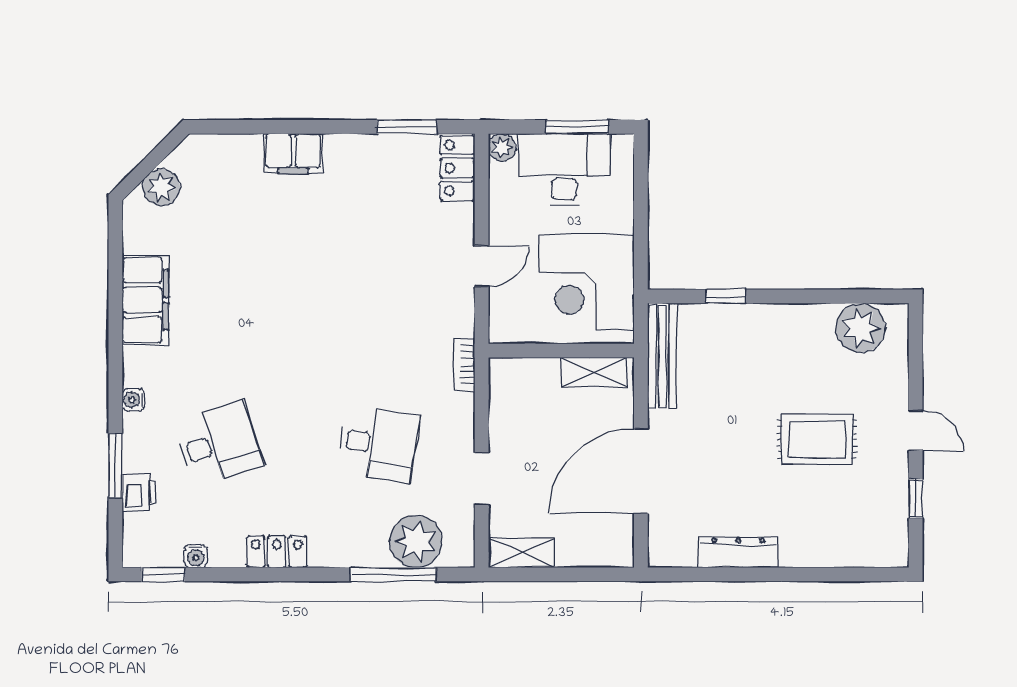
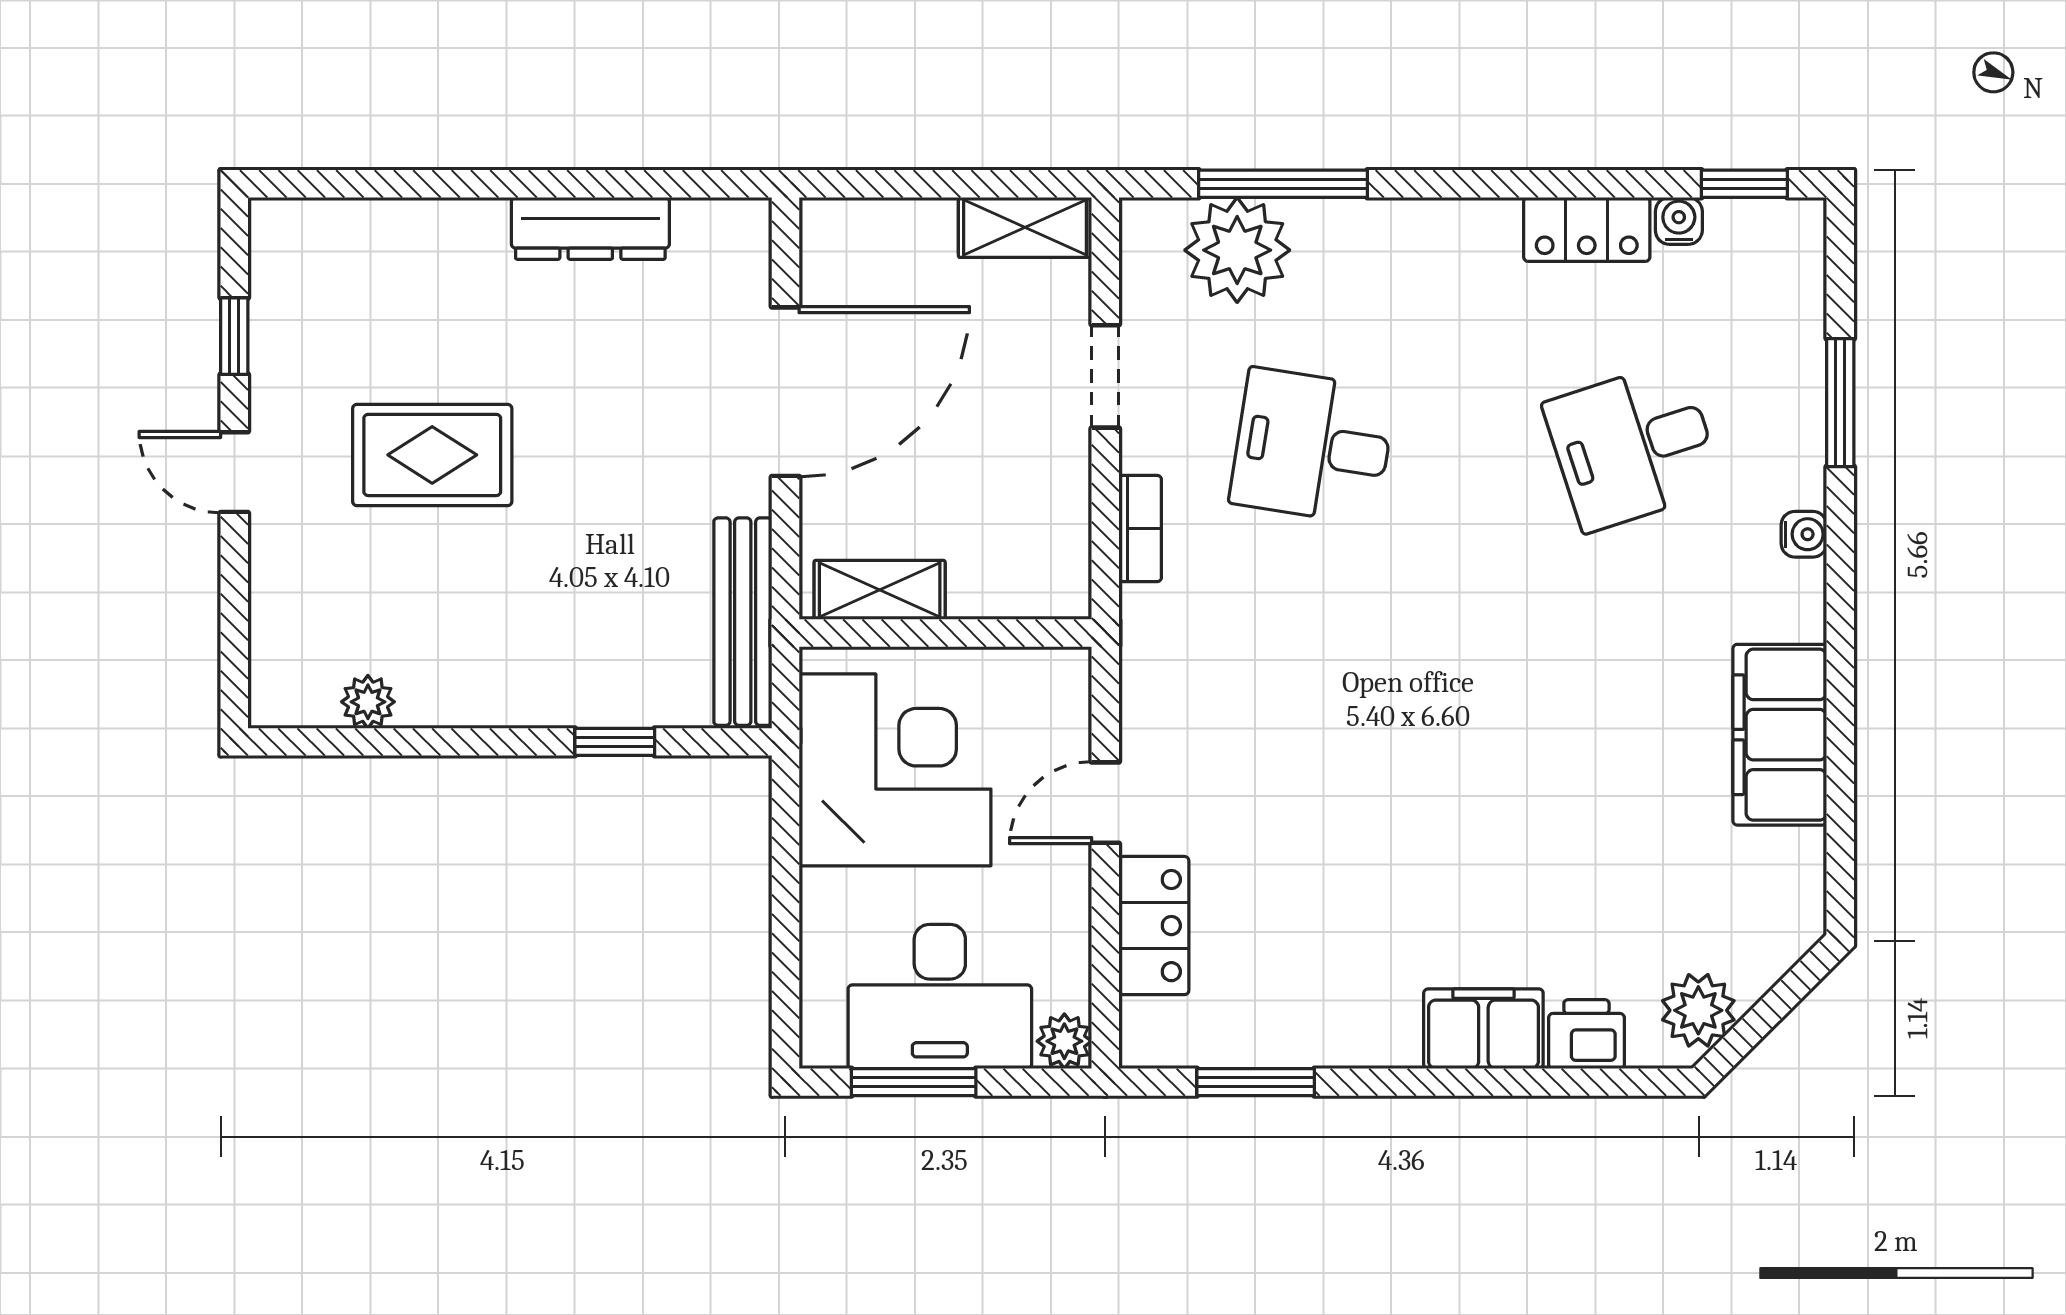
locker: (457, 168) -> (1154, 926), moved
plant: (161, 187) -> (1698, 1010), moved
plant: (861, 328) -> (368, 702), width x0.53, depth x0.53
bookcase: (464, 365) -> (1140, 529), moved
printer: (139, 492) -> (1586, 1034), moved, turned 90
locker: (277, 552) -> (1587, 229), moved

